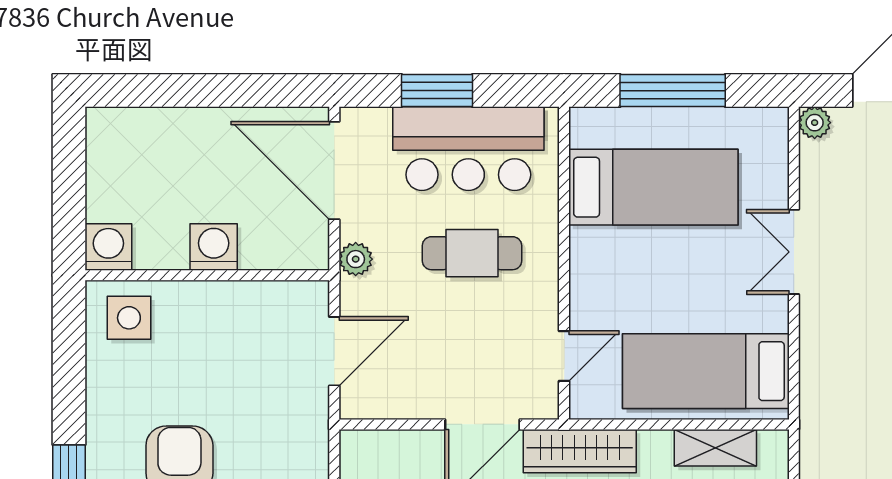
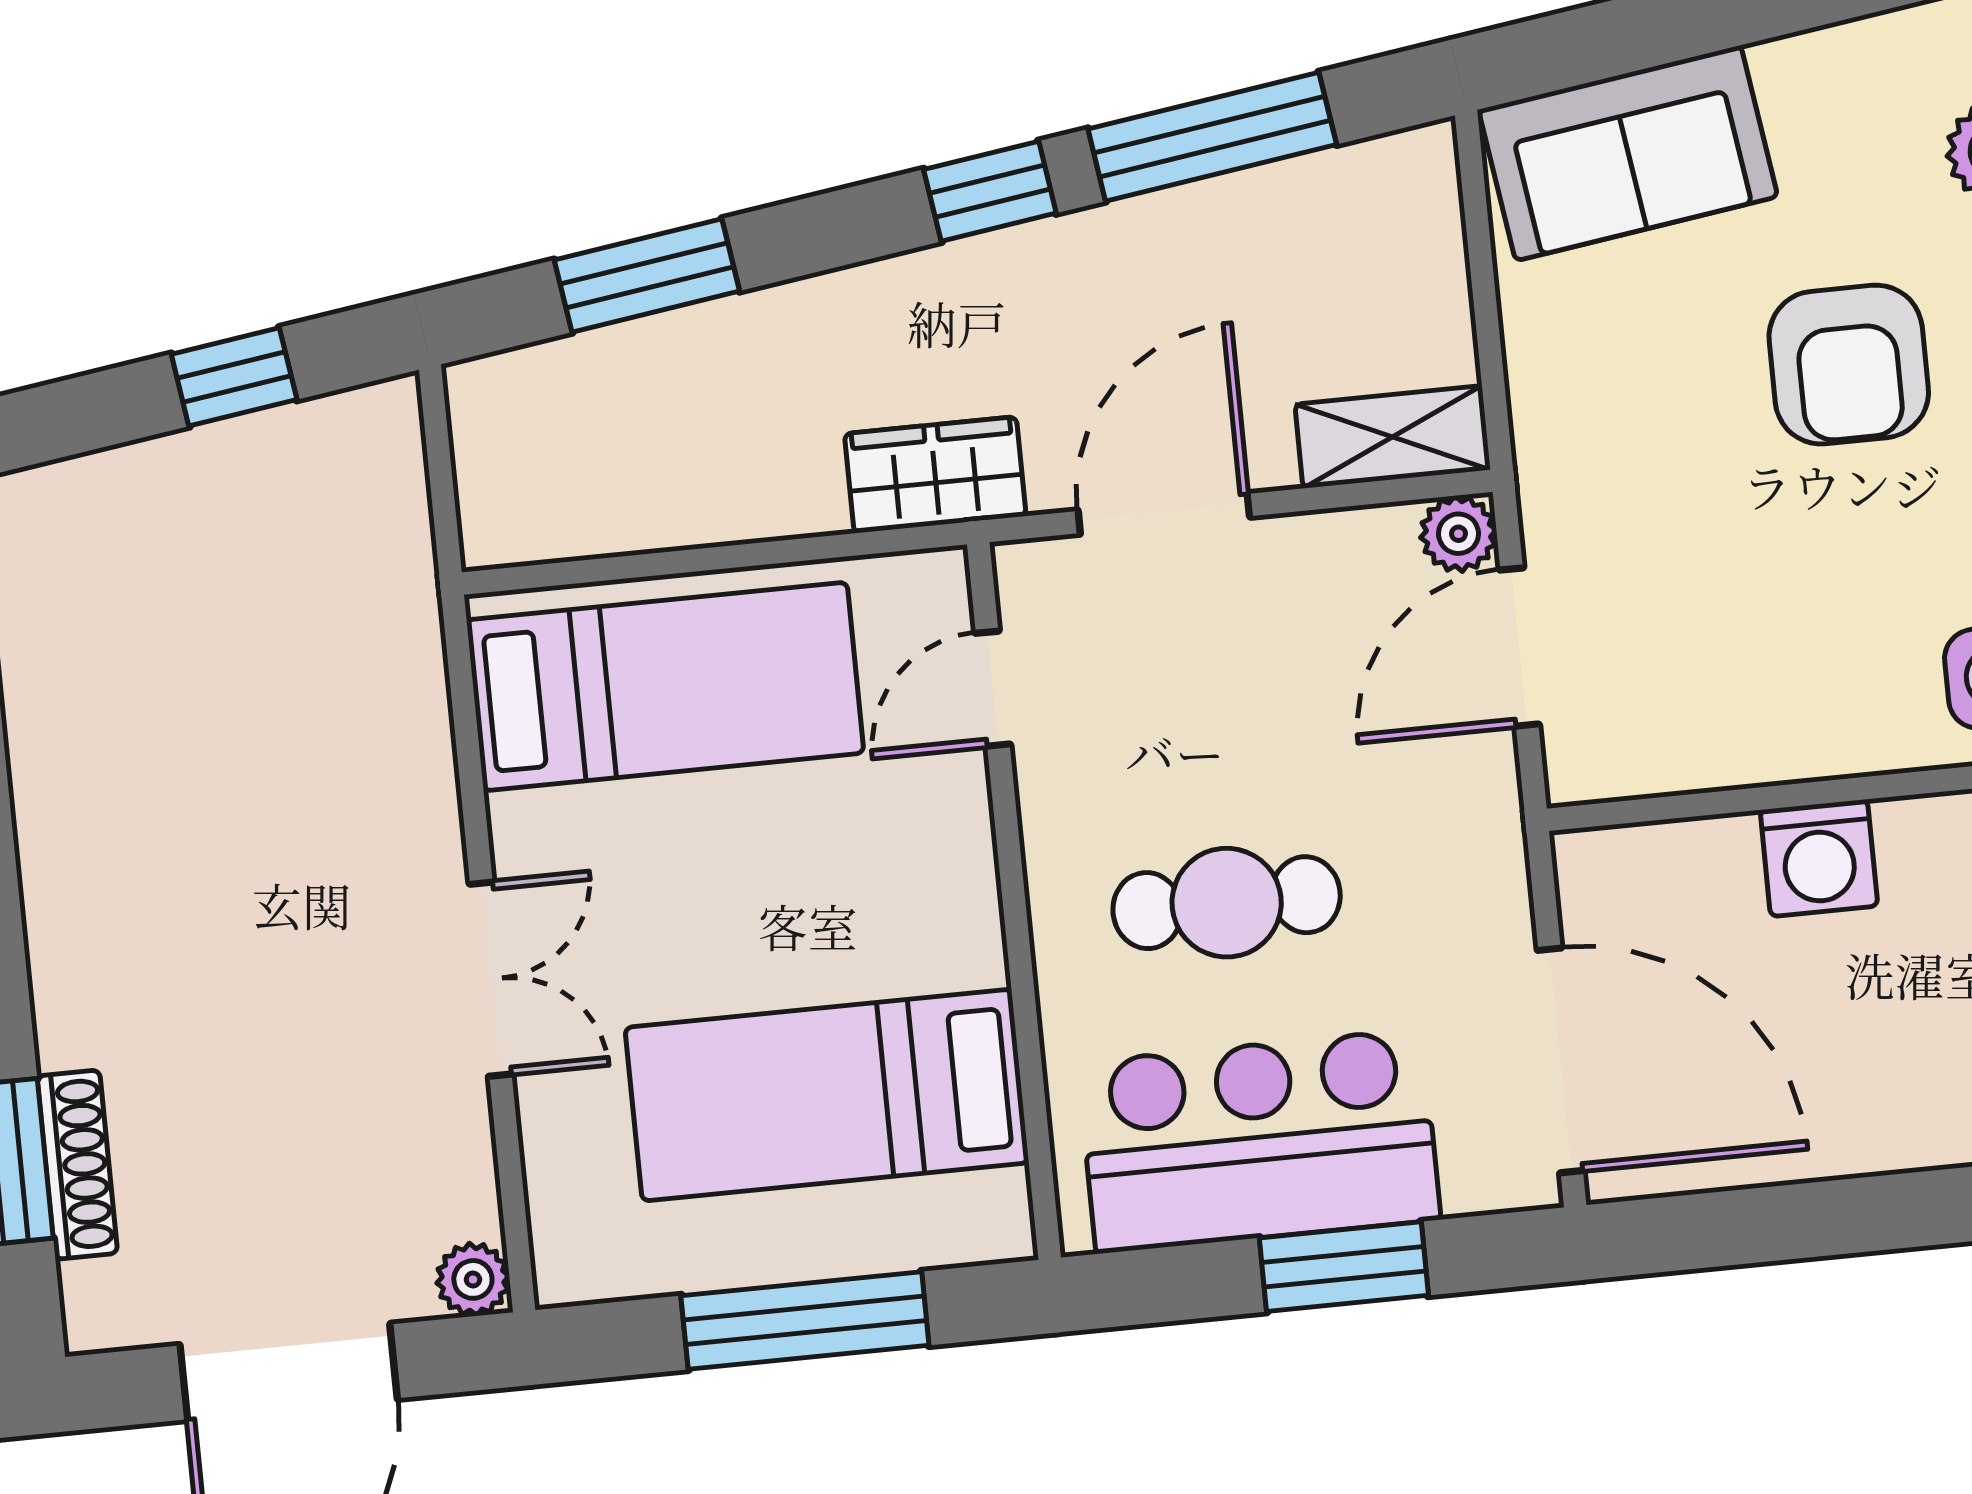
plant: (356, 259) -> (1459, 534), moved
shelving: (715, 448) -> (1393, 437), moved
wardrobe: (580, 451) -> (935, 475), width x0.67

